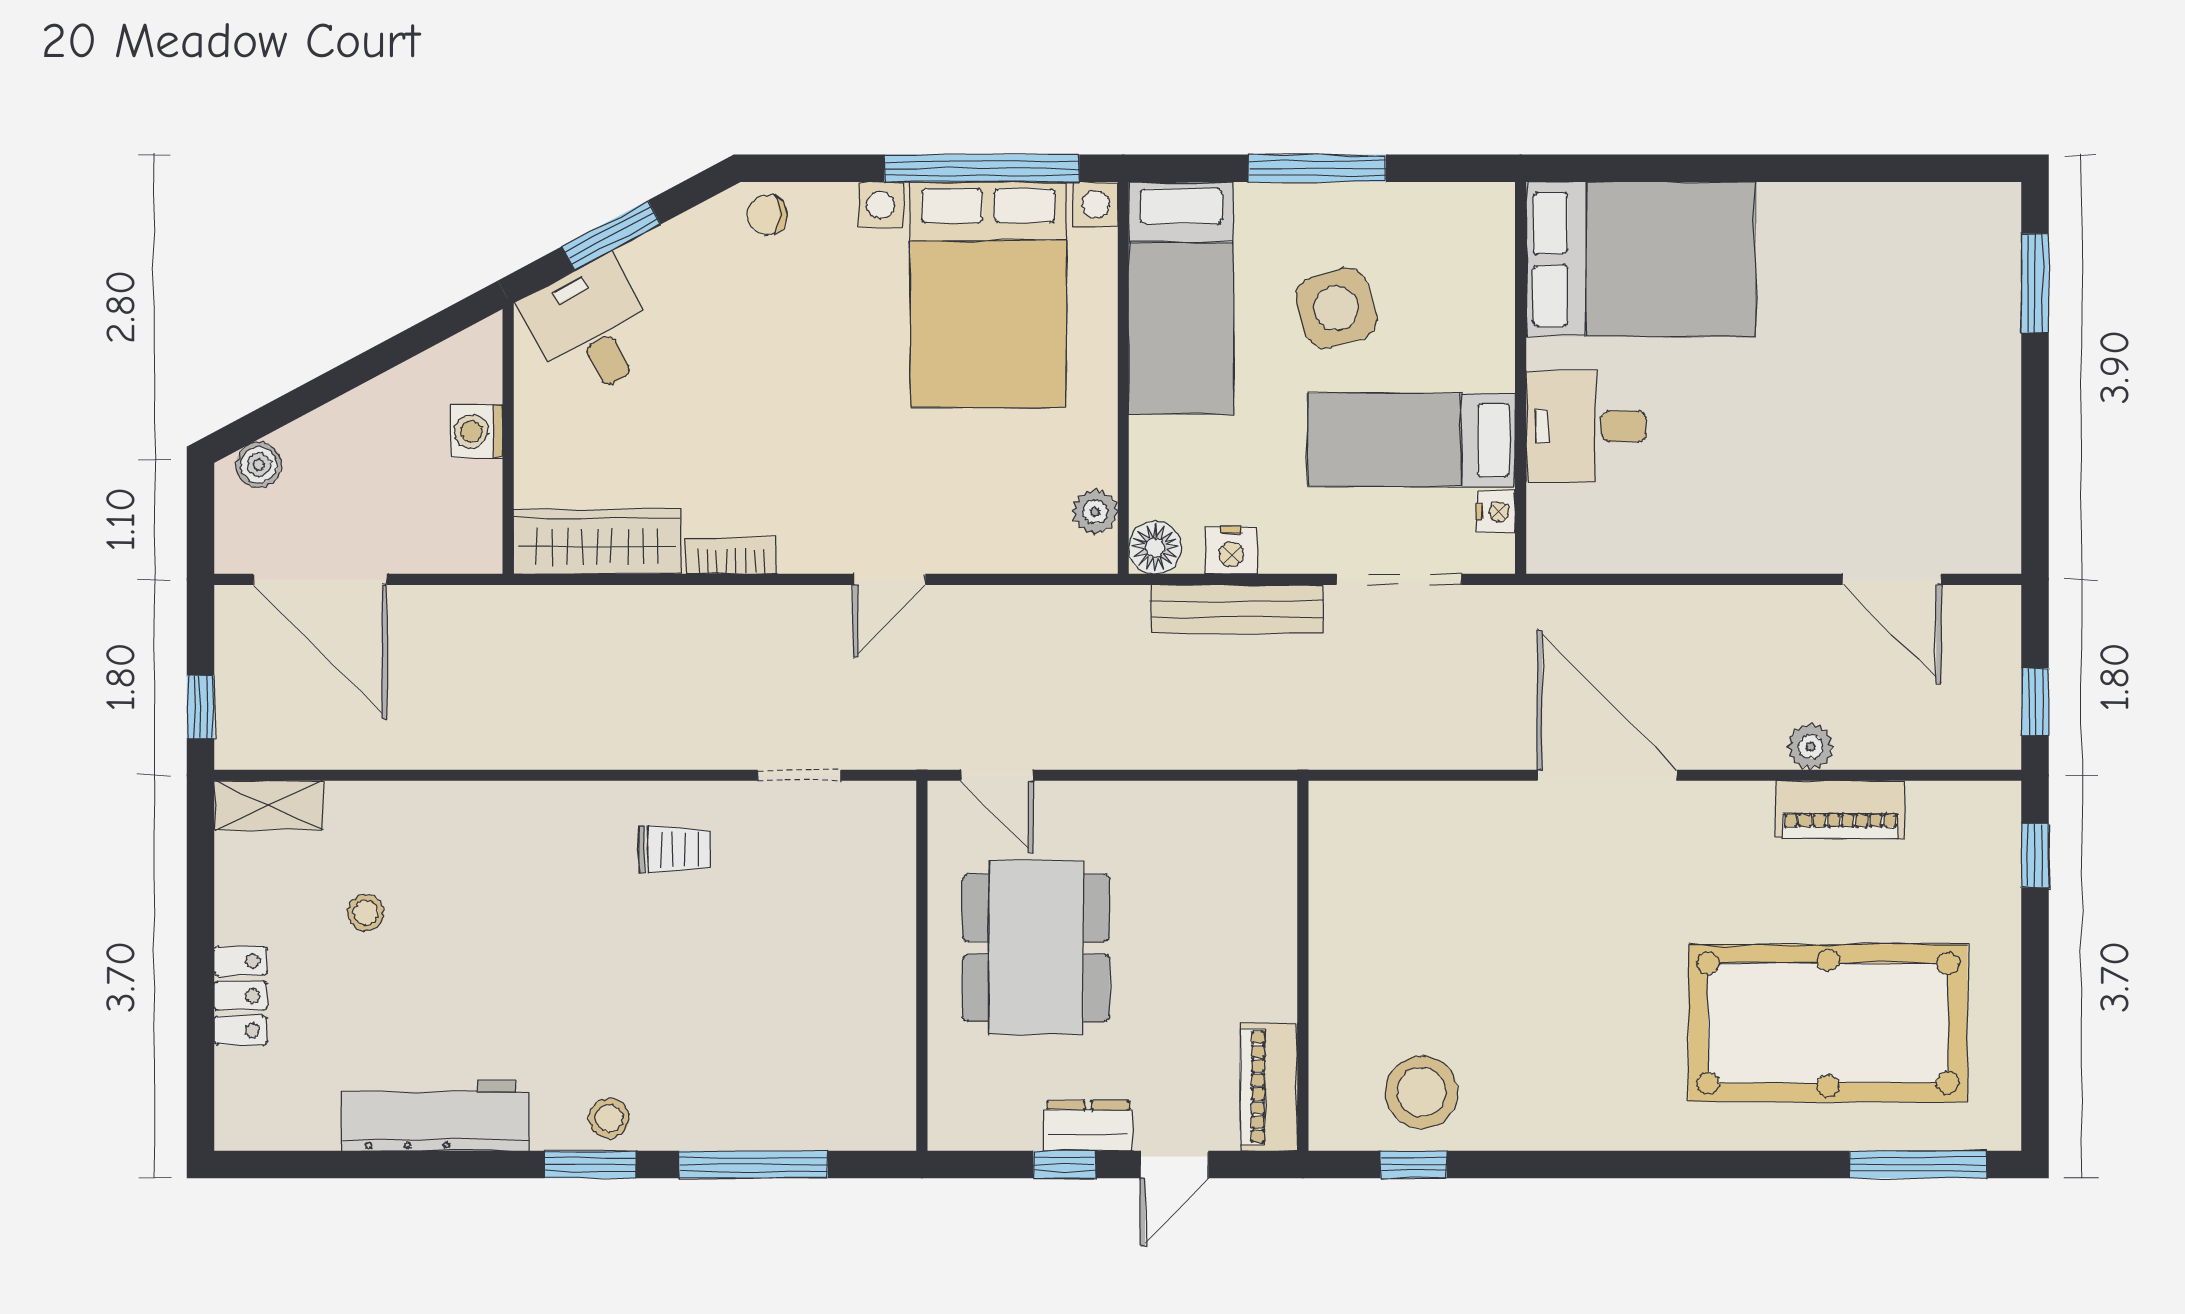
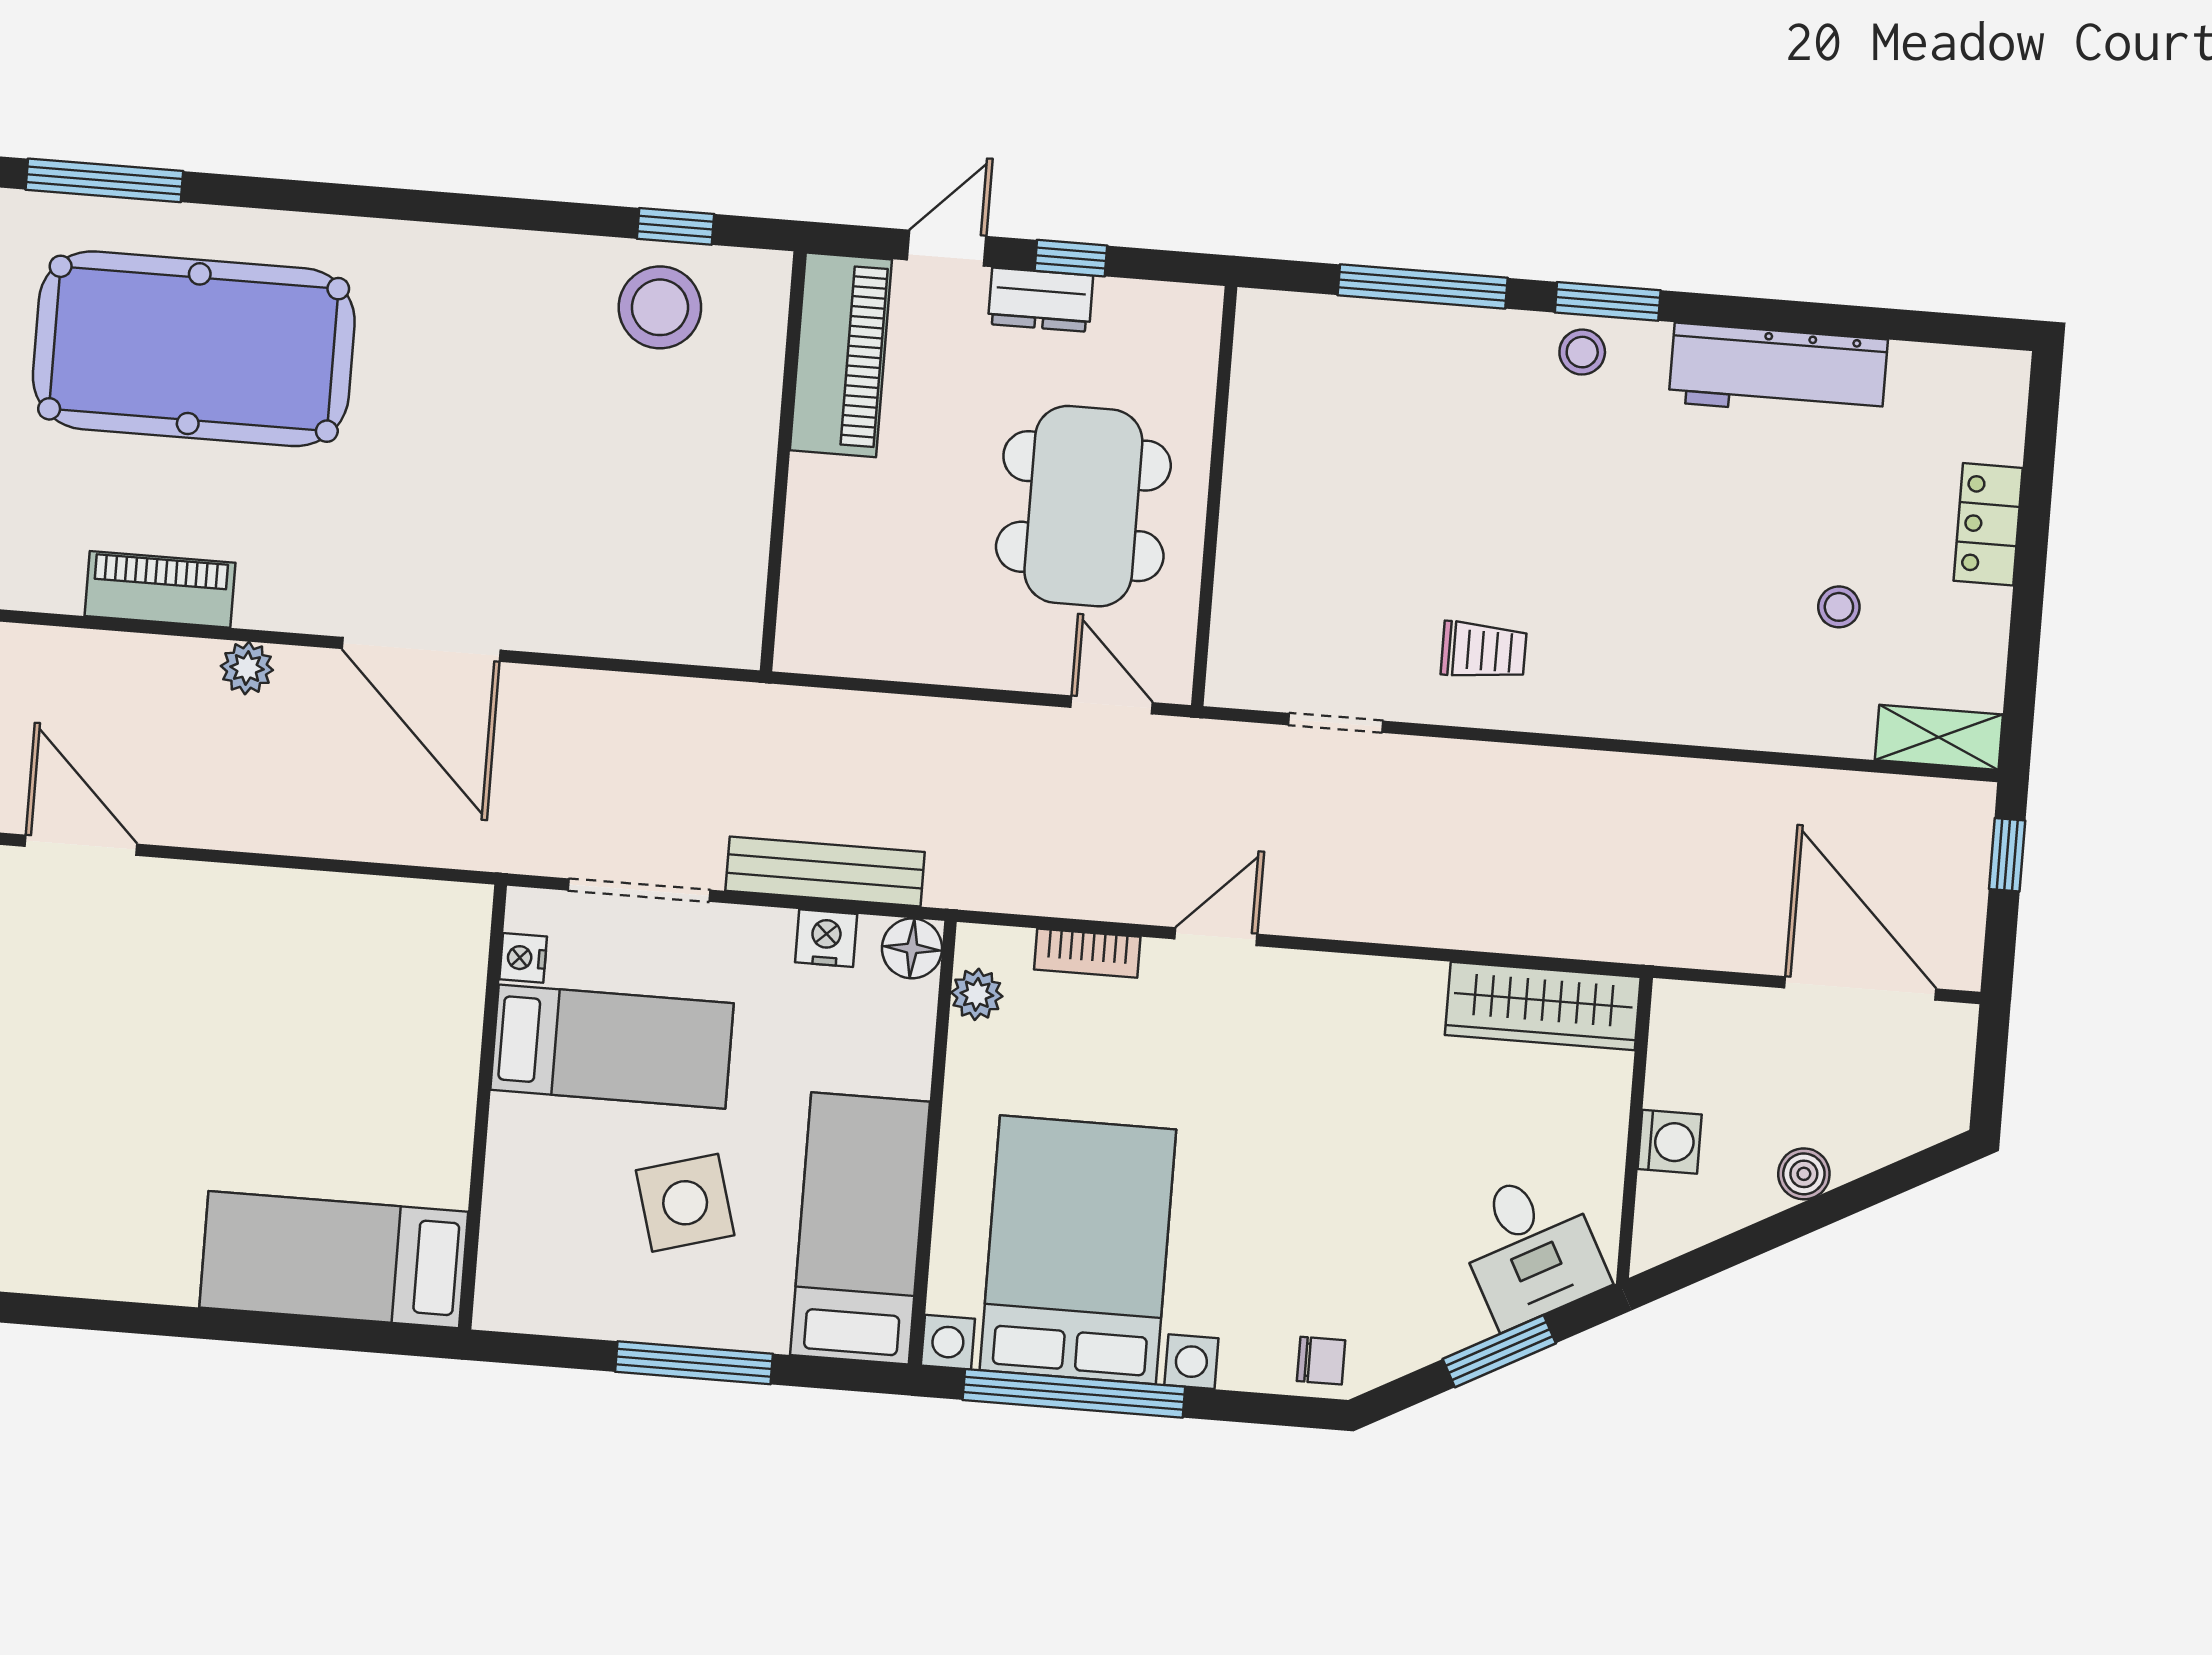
bed: (1641, 259) -> (334, 1260), width x0.67
desk: (1586, 426) -> (413, 1046), removed
boiler: (259, 465) -> (1804, 1174), moved
bookcase: (731, 556) -> (1087, 953), moved
plant: (1811, 747) -> (247, 668), moved
trolley: (674, 849) -> (1484, 651), turned 180
piano: (1269, 1087) -> (841, 355), width x1.37, depth x1.33

